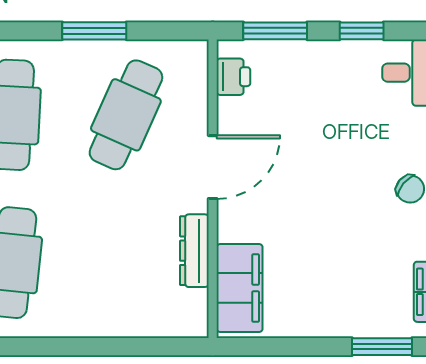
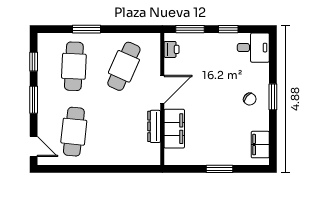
window: (94, 31) -> (87, 29), moved
filing cabinet: (240, 288) -> (174, 129), moved
window: (382, 347) -> (220, 169), moved

